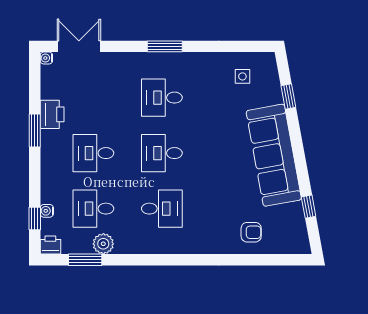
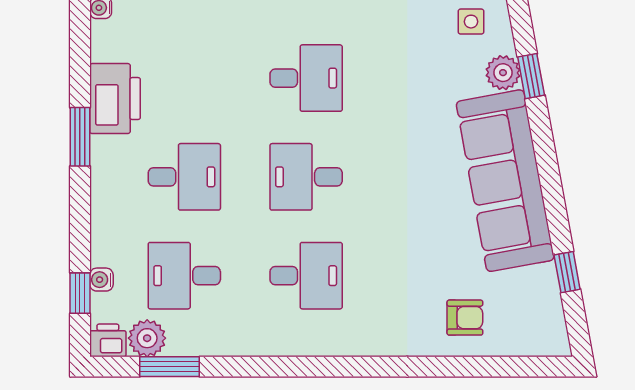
side table: (242, 76) -> (471, 22), moved
plant: (273, 94) -> (503, 73), added
desk: (162, 98) -> (306, 78), turned 180
printer: (52, 114) -> (115, 99), width x1.37, depth x1.19
desk: (93, 153) -> (184, 177), turned 180
plant: (103, 244) -> (147, 338), moved

